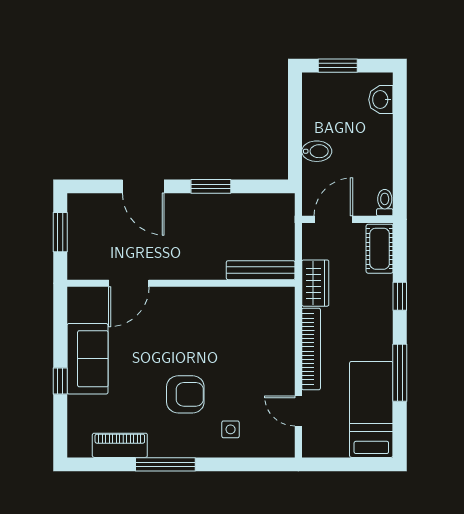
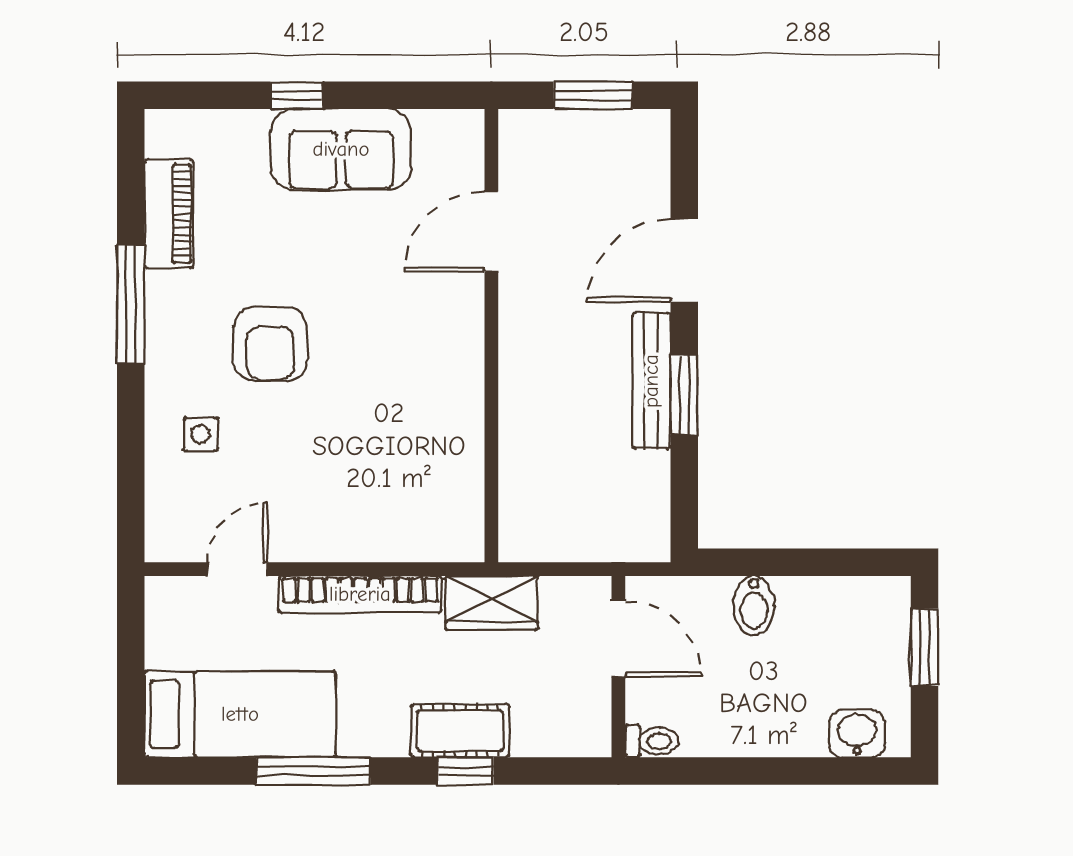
cot: (380, 249) -> (460, 731), moved
bench: (261, 270) -> (651, 381), moved
door: (129, 283) -> (491, 232), hinge flipped

